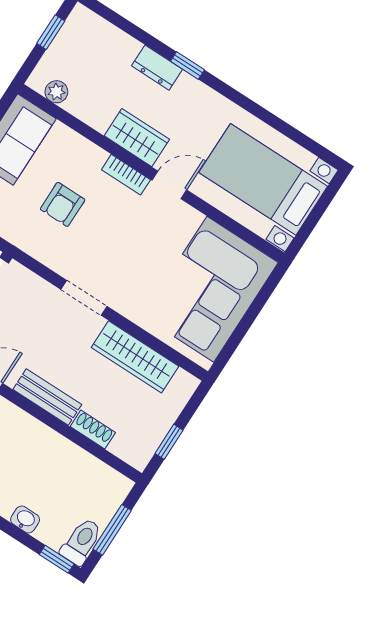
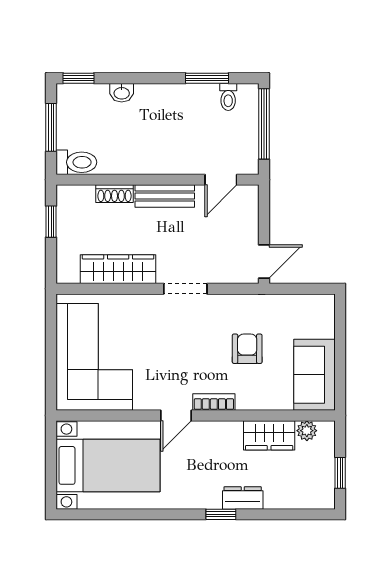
wardrobe: (137, 138) -> (269, 435), moved
toilet: (81, 542) -> (76, 162), moved, turned -90

